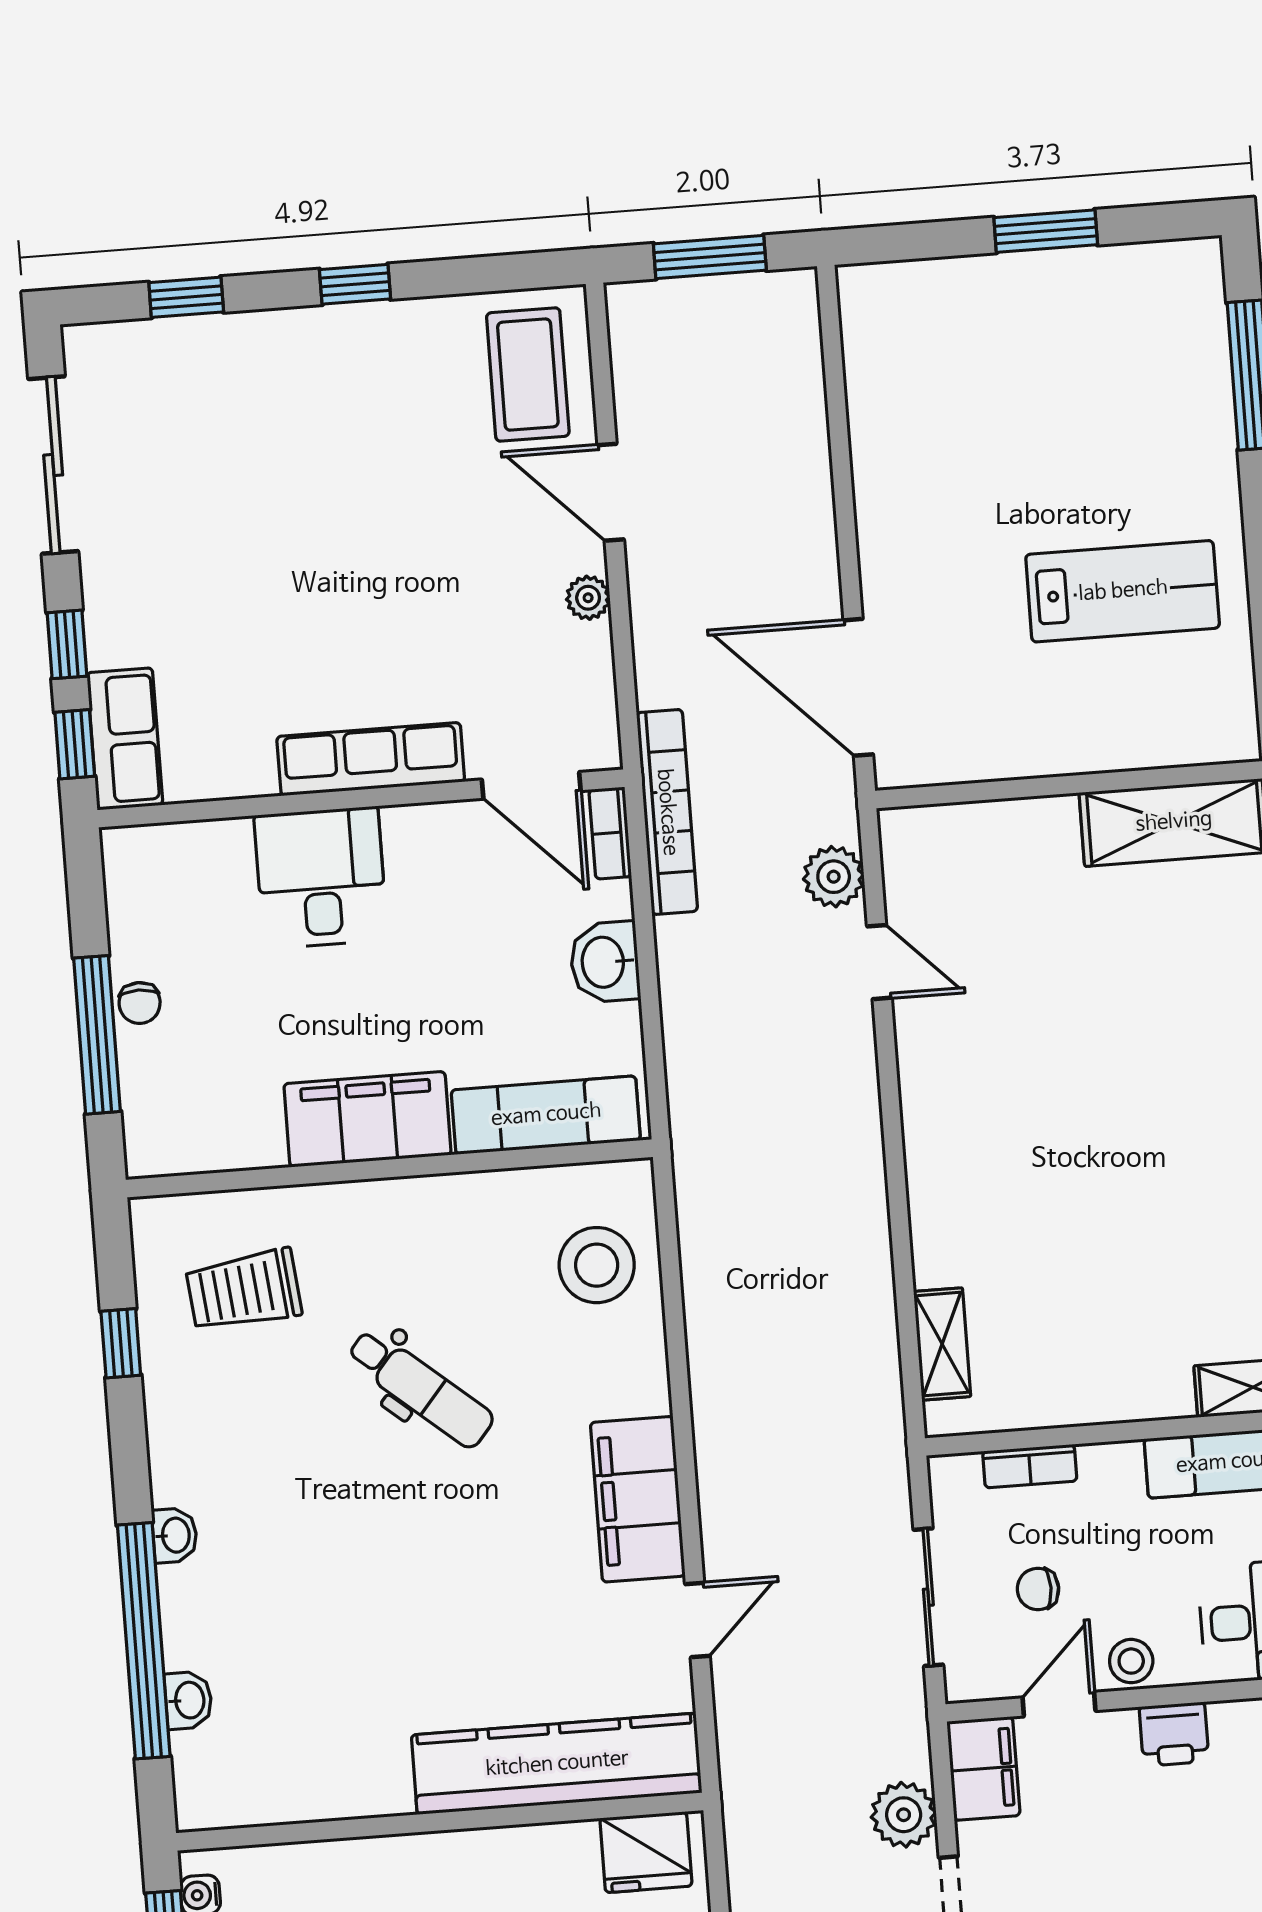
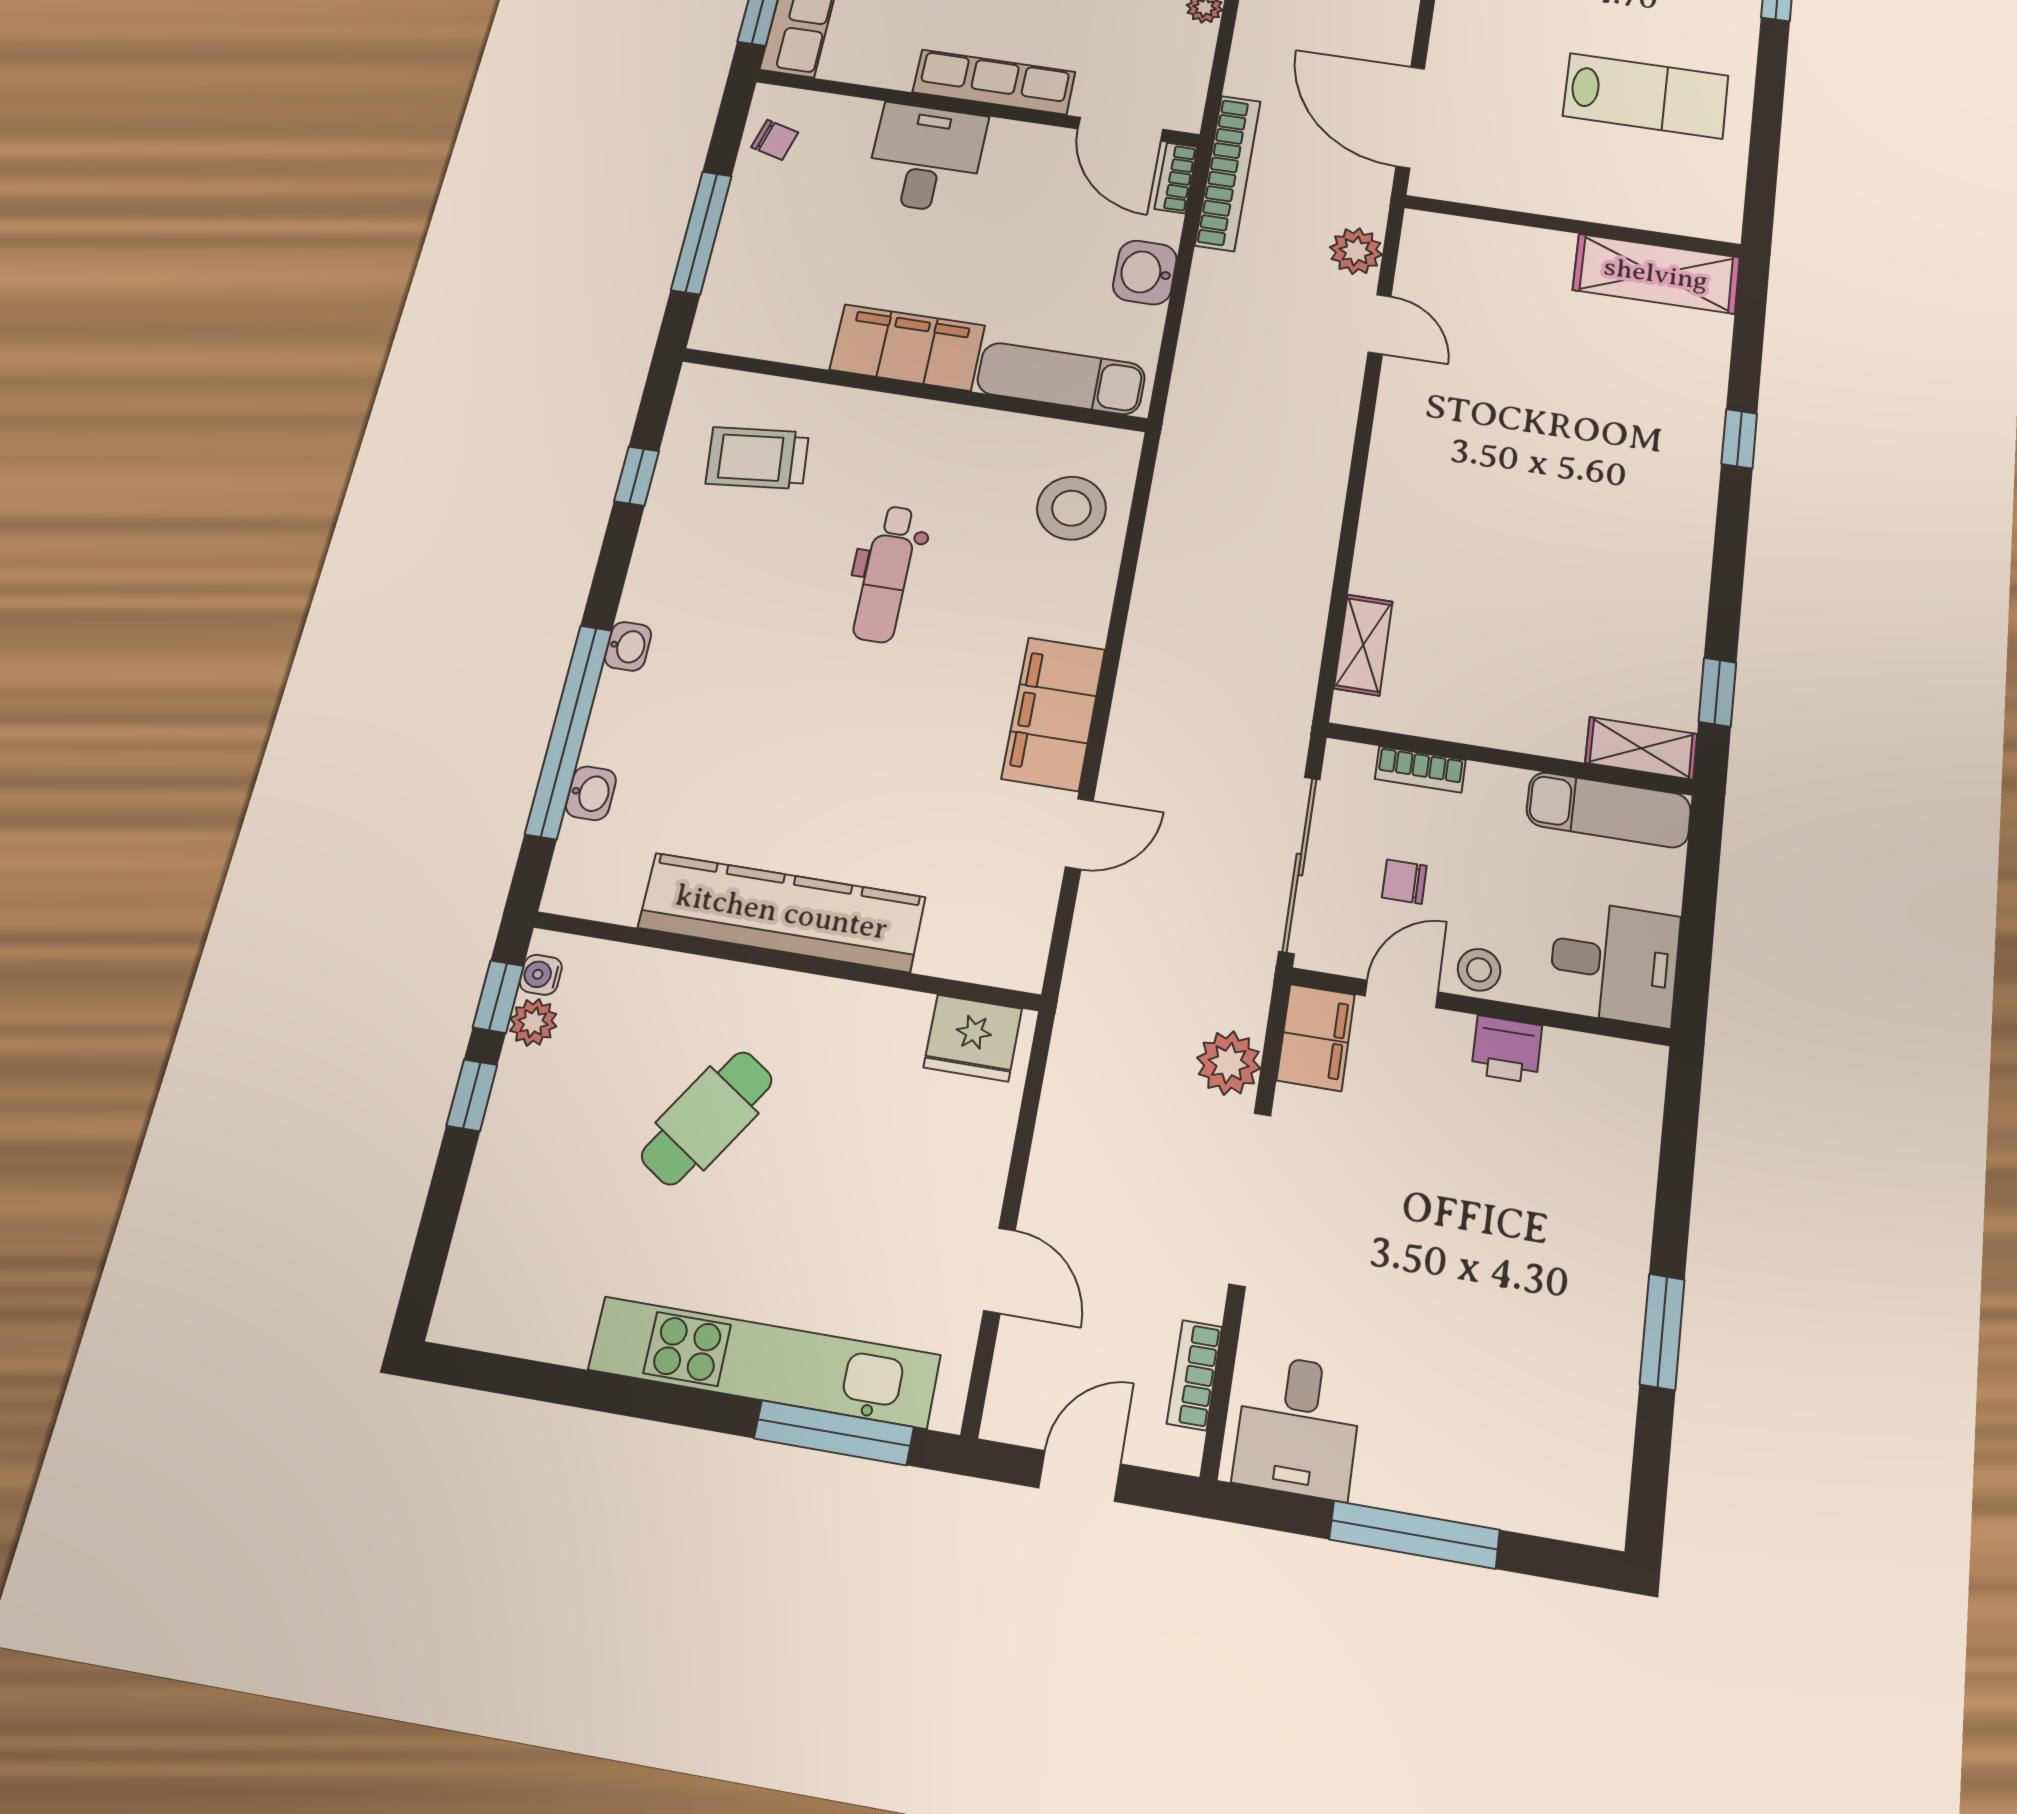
chair: (140, 1003) -> (775, 140), moved, turned -75
dental chair: (420, 1388) -> (886, 574), turned 50
sliding door: (928, 1597) -> (1300, 865), width x1.37
kitchen counter: (557, 1764) -> (782, 912), moved

